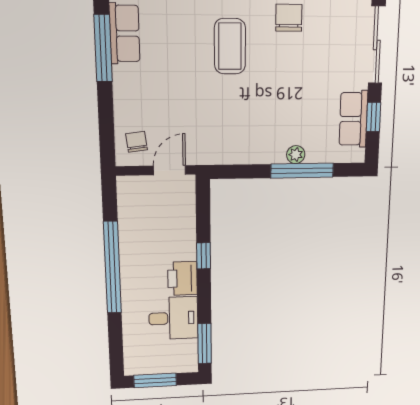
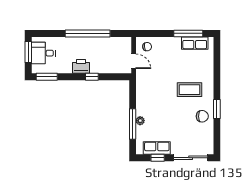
desk: (173, 318) -> (43, 53), moved, turned 90

